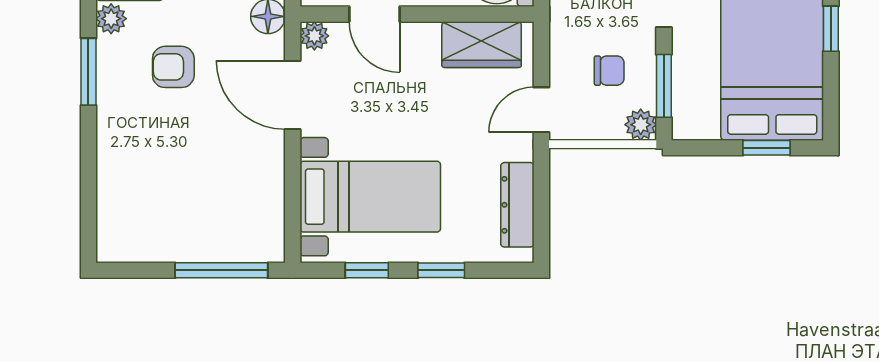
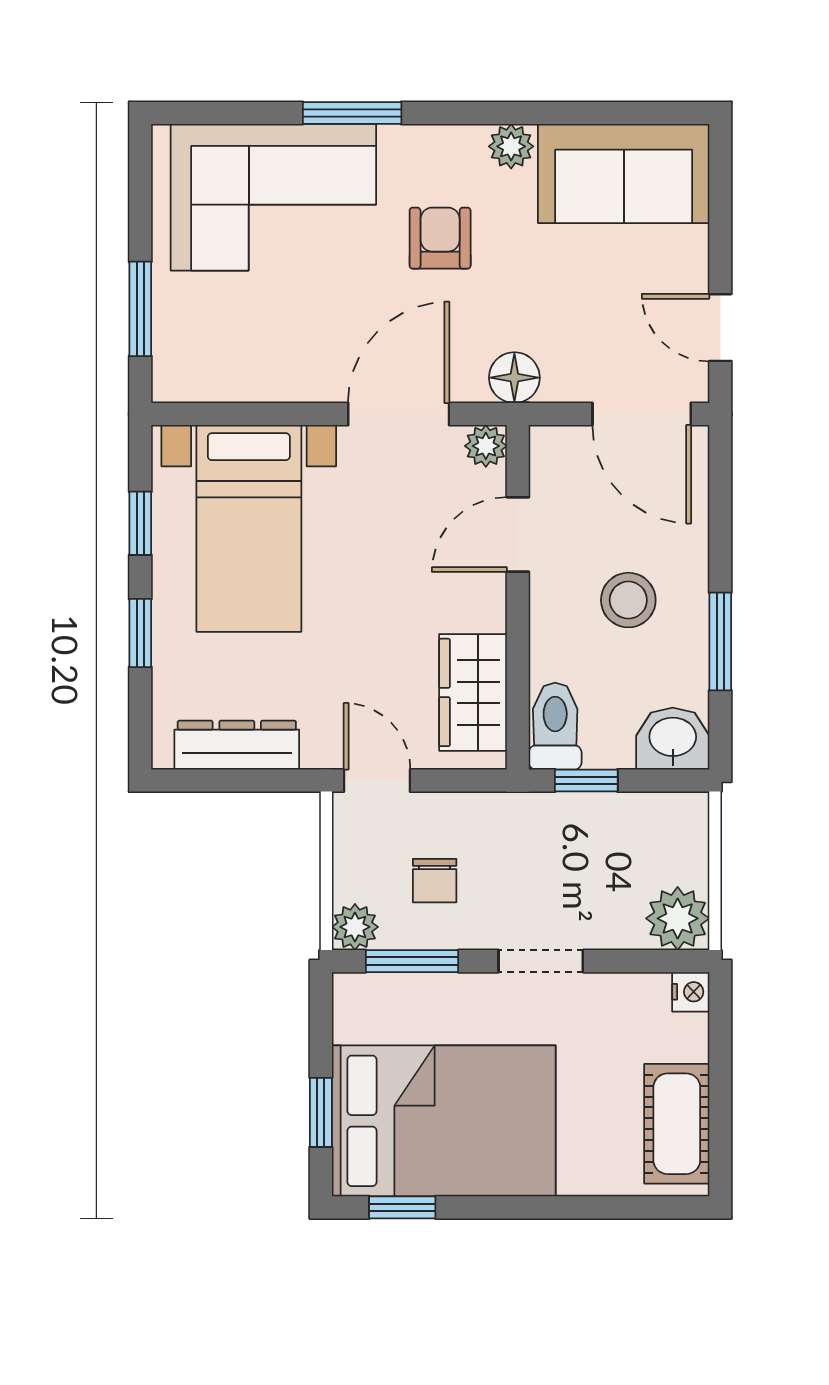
window: (831, 29) -> (402, 1207), moved
window: (88, 72) -> (352, 113), moved
corner sofa: (146, 180) -> (273, 197), added
window: (221, 270) -> (140, 309), width x0.69

